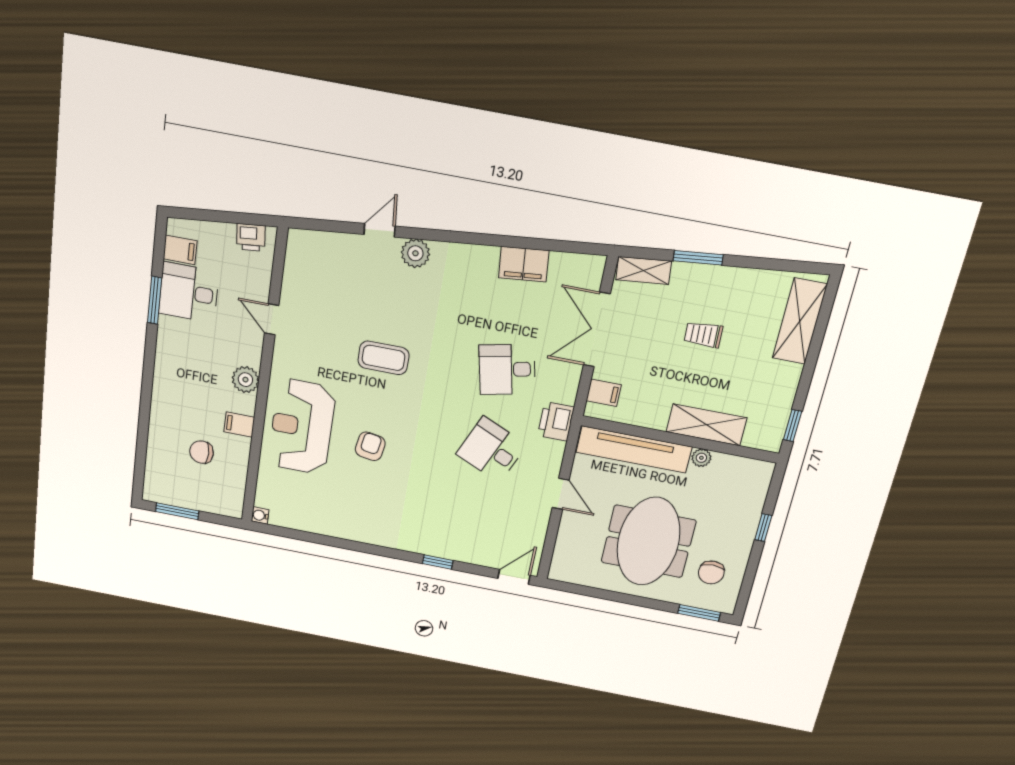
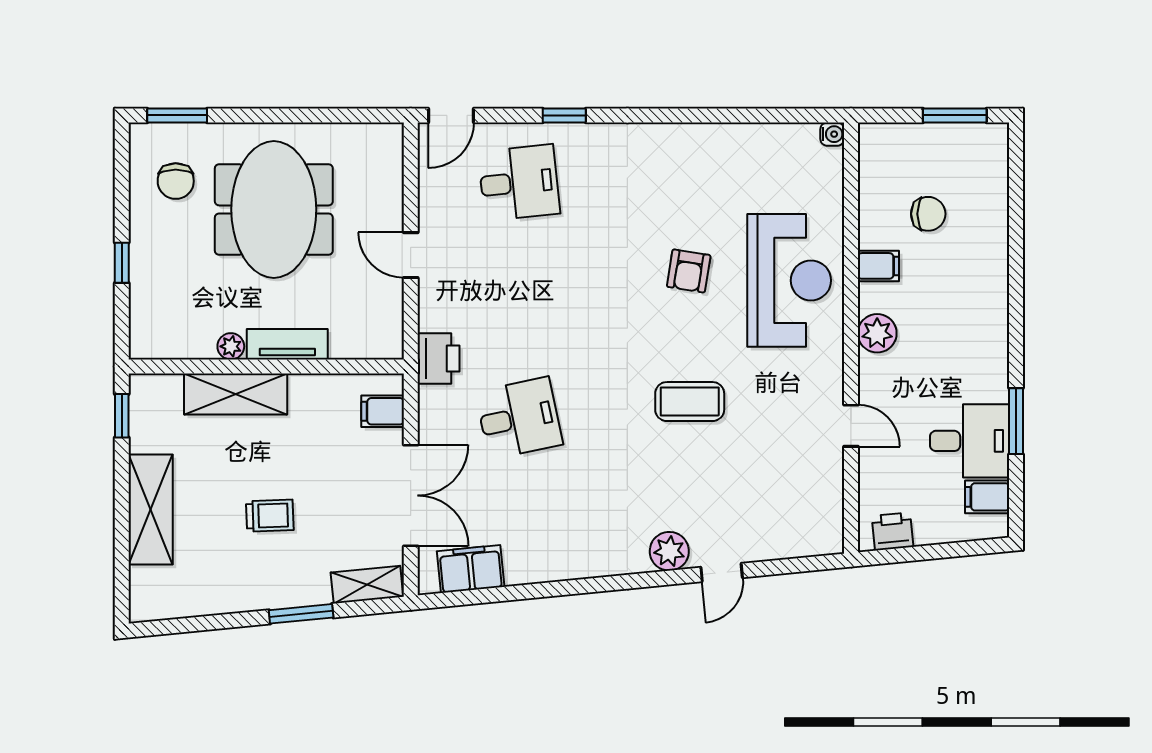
filing cabinet: (524, 264) -> (471, 569), moved
shelving: (800, 321) -> (151, 510), moved
tv unit: (634, 449) -> (287, 344), width x0.52, depth x0.78
desk: (491, 450) -> (519, 183), moved, turned -30
chair: (711, 572) -> (176, 181), turned 180

